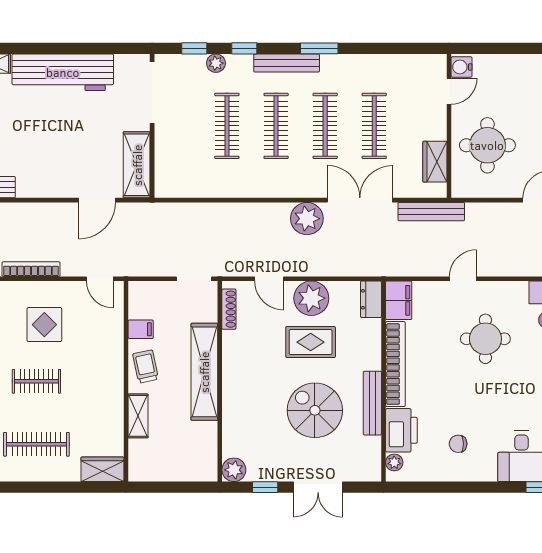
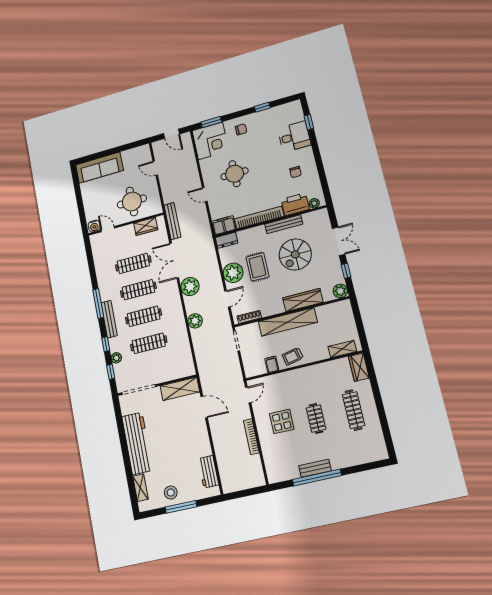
window: (319, 48) -> (98, 304), width x1.44
plant: (245, 215) -> (195, 321), added
wardrobe: (235, 405) -> (303, 300), added
shelving: (138, 416) -> (342, 349), moved

